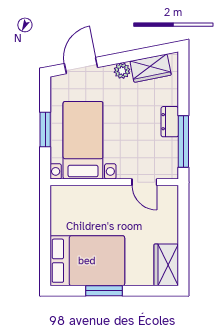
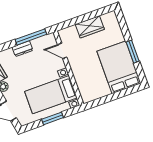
door: (144, 182) -> (62, 51), swing flipped
wardrobe: (166, 265) -> (90, 27), moved

